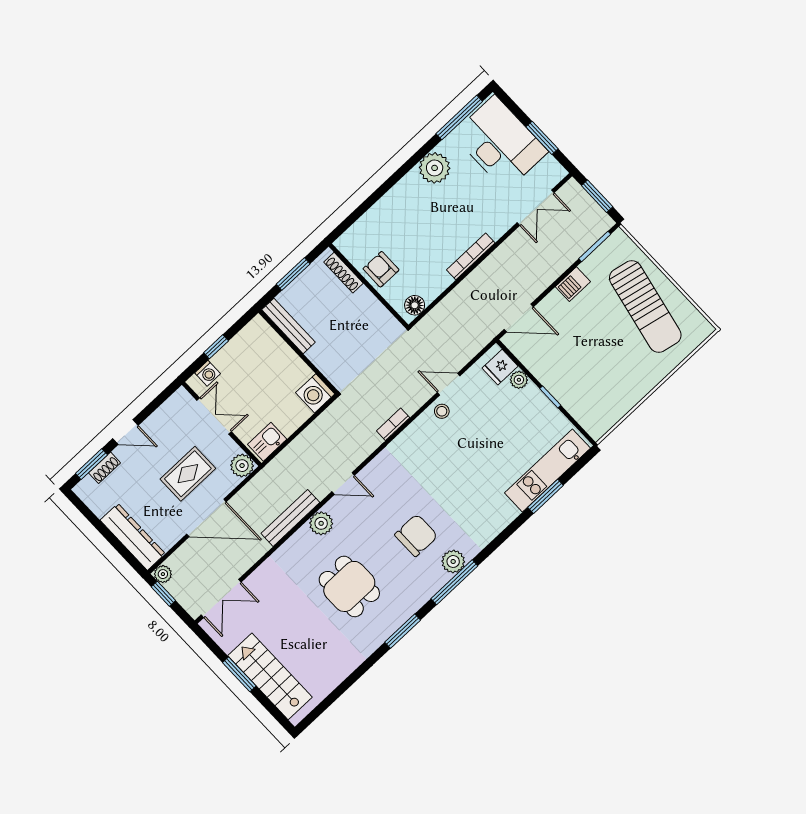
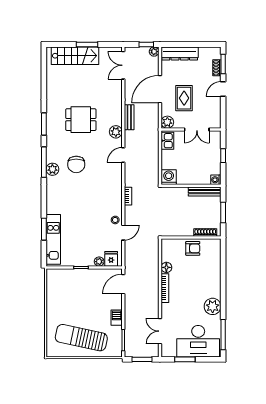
floor lamp: (415, 305) -> (166, 267), moved
washing machine: (208, 373) -> (216, 180), moved
bench: (290, 518) -> (129, 117), width x0.73

